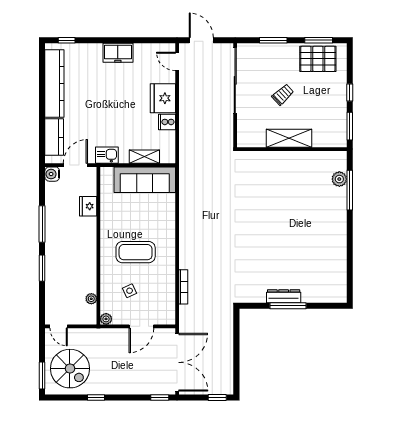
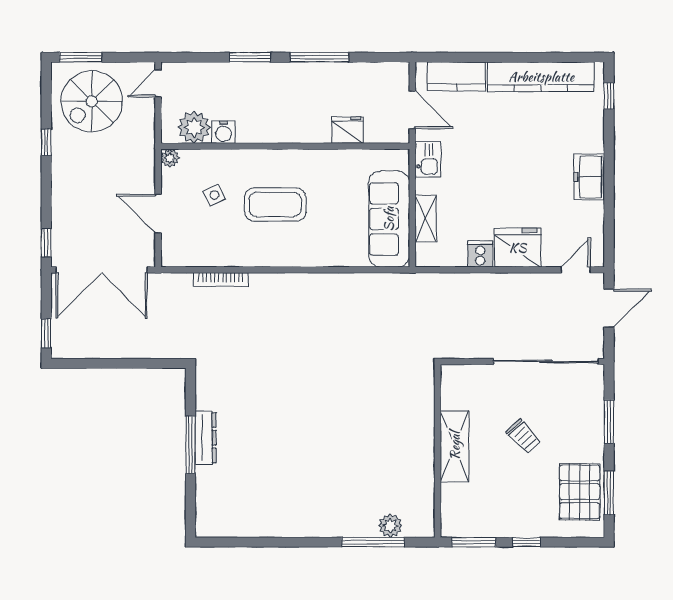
water cooler: (52, 174) -> (224, 132), moved, turned 180
coffee table: (136, 252) -> (275, 205), turned 90
plant: (91, 299) -> (194, 127), width x1.87, depth x1.87

